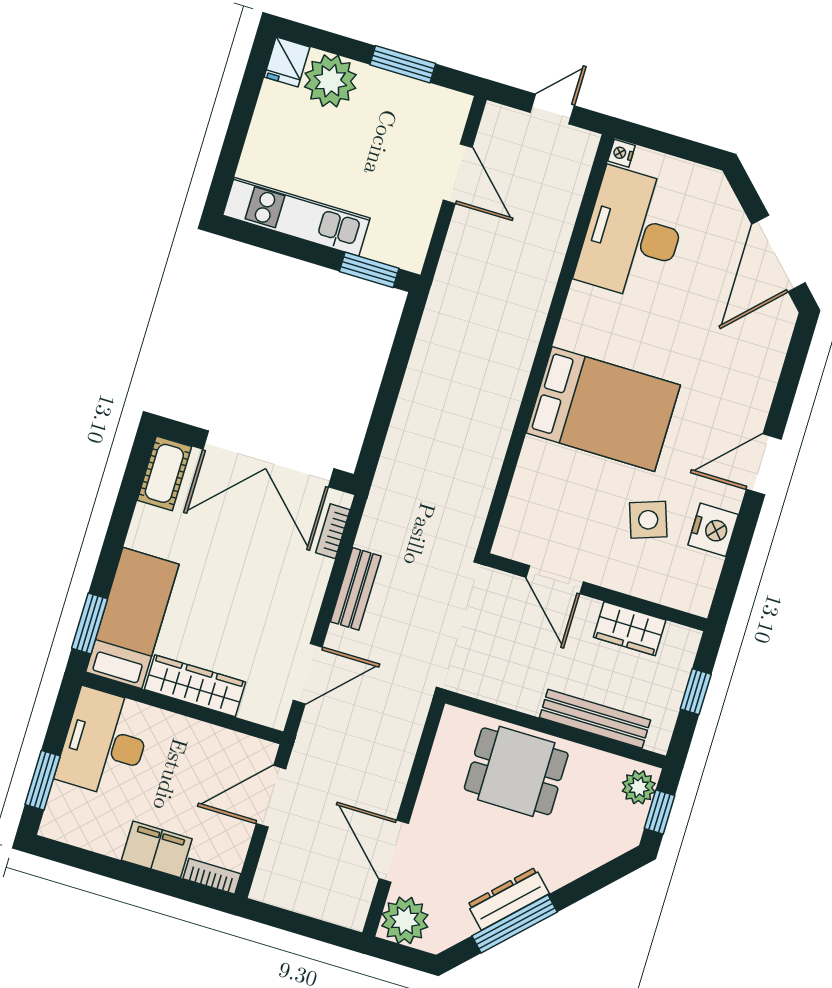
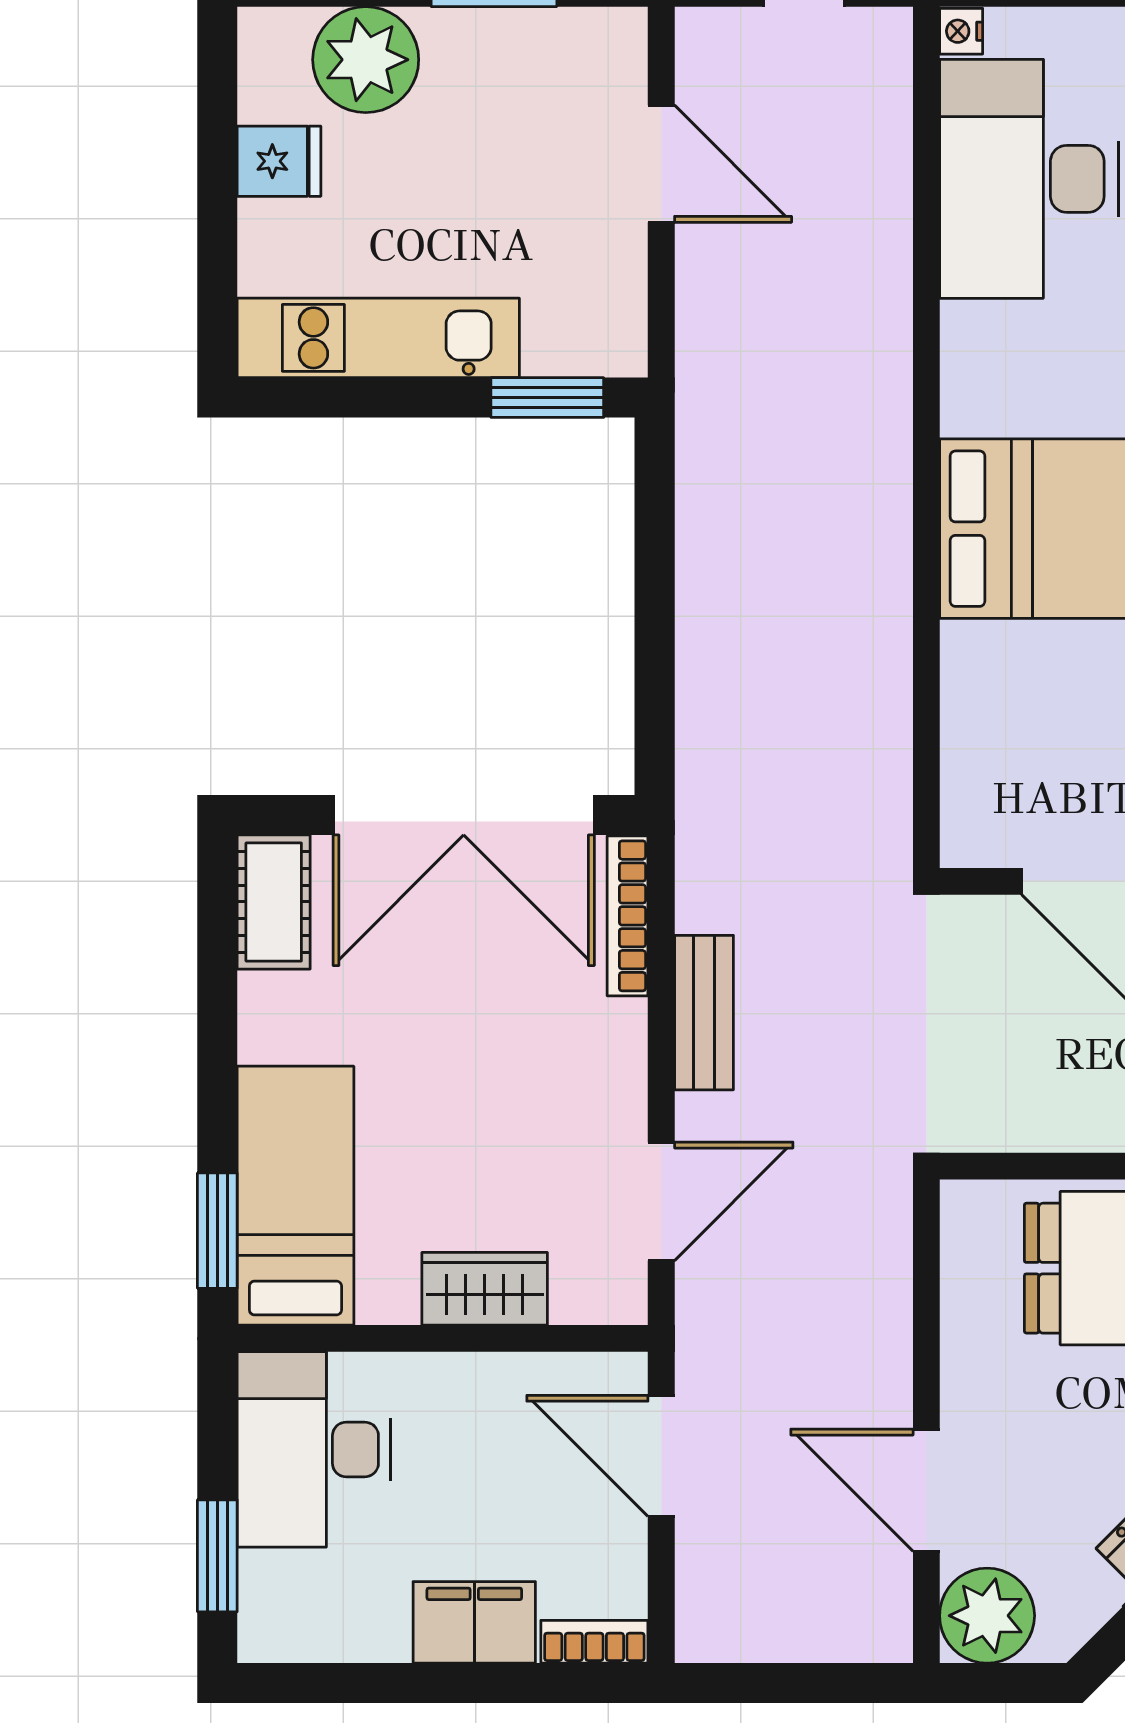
fridge: (287, 62) -> (279, 161), moved, turned -90
bookcase: (333, 531) -> (628, 916), width x1.56
wardrobe: (195, 686) -> (485, 1289), width x0.67
door: (271, 796) -> (661, 1456), hinge flipped

